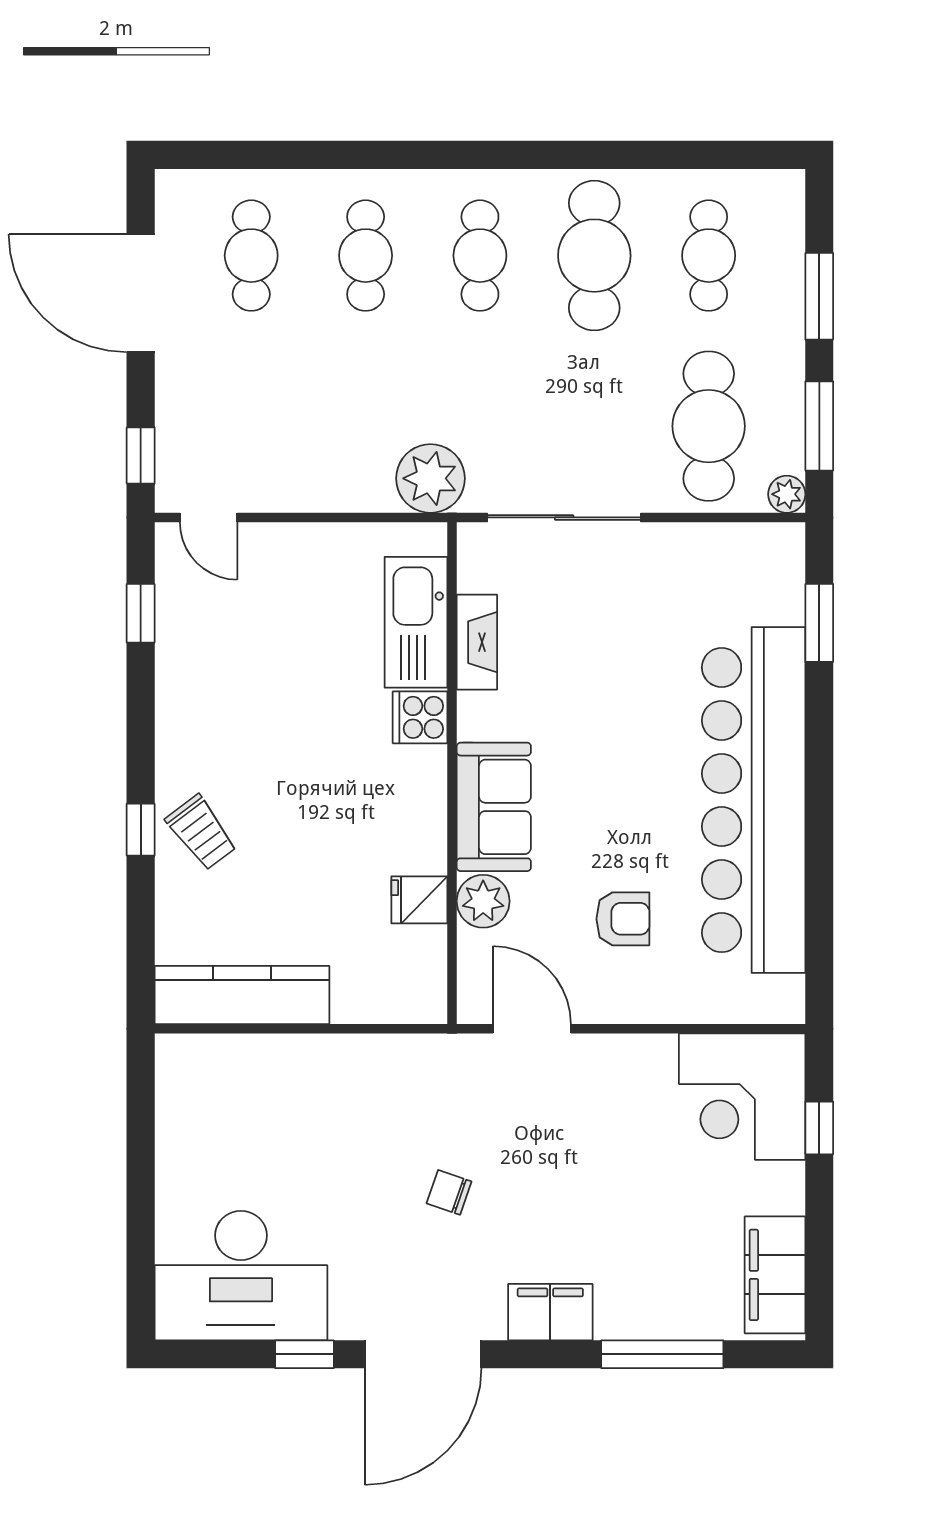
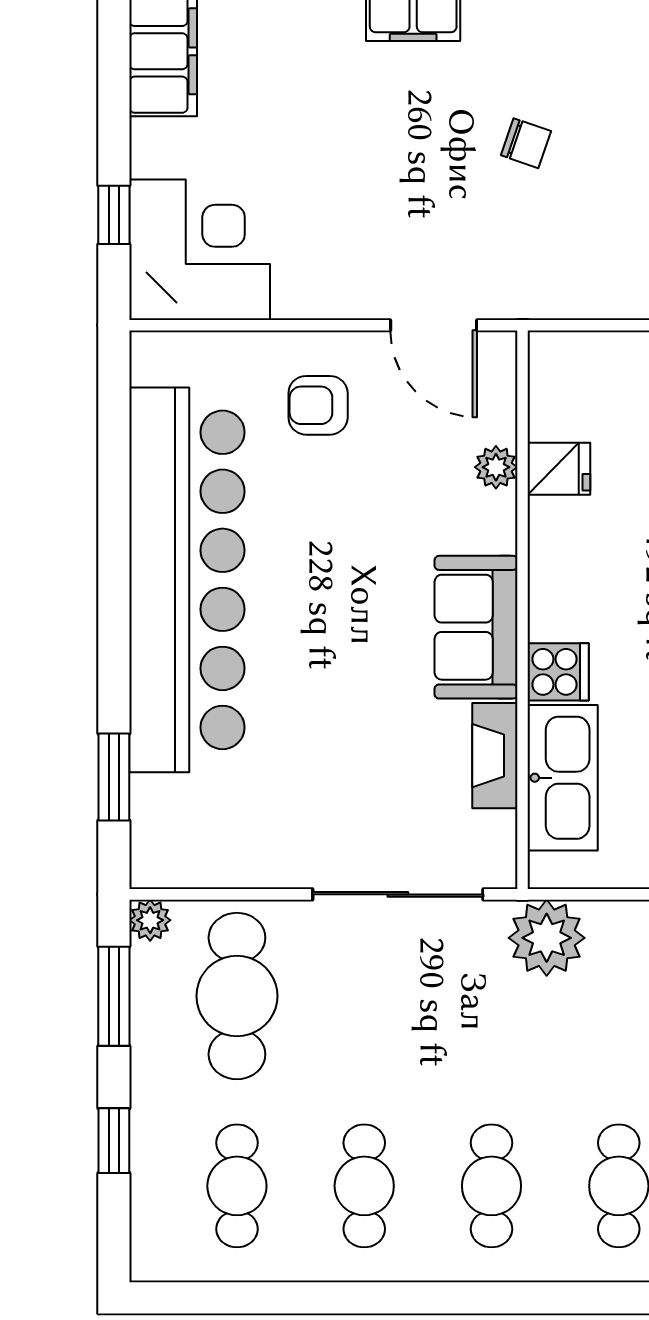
cafe table: (594, 256) -> (364, 1186), width x0.73, depth x0.74
window: (819, 296) -> (114, 1141), width x0.67
sofa: (494, 807) -> (476, 627), moved
plant: (483, 901) -> (496, 467), width x0.73, depth x0.73
armchair: (623, 919) -> (318, 405), moved

